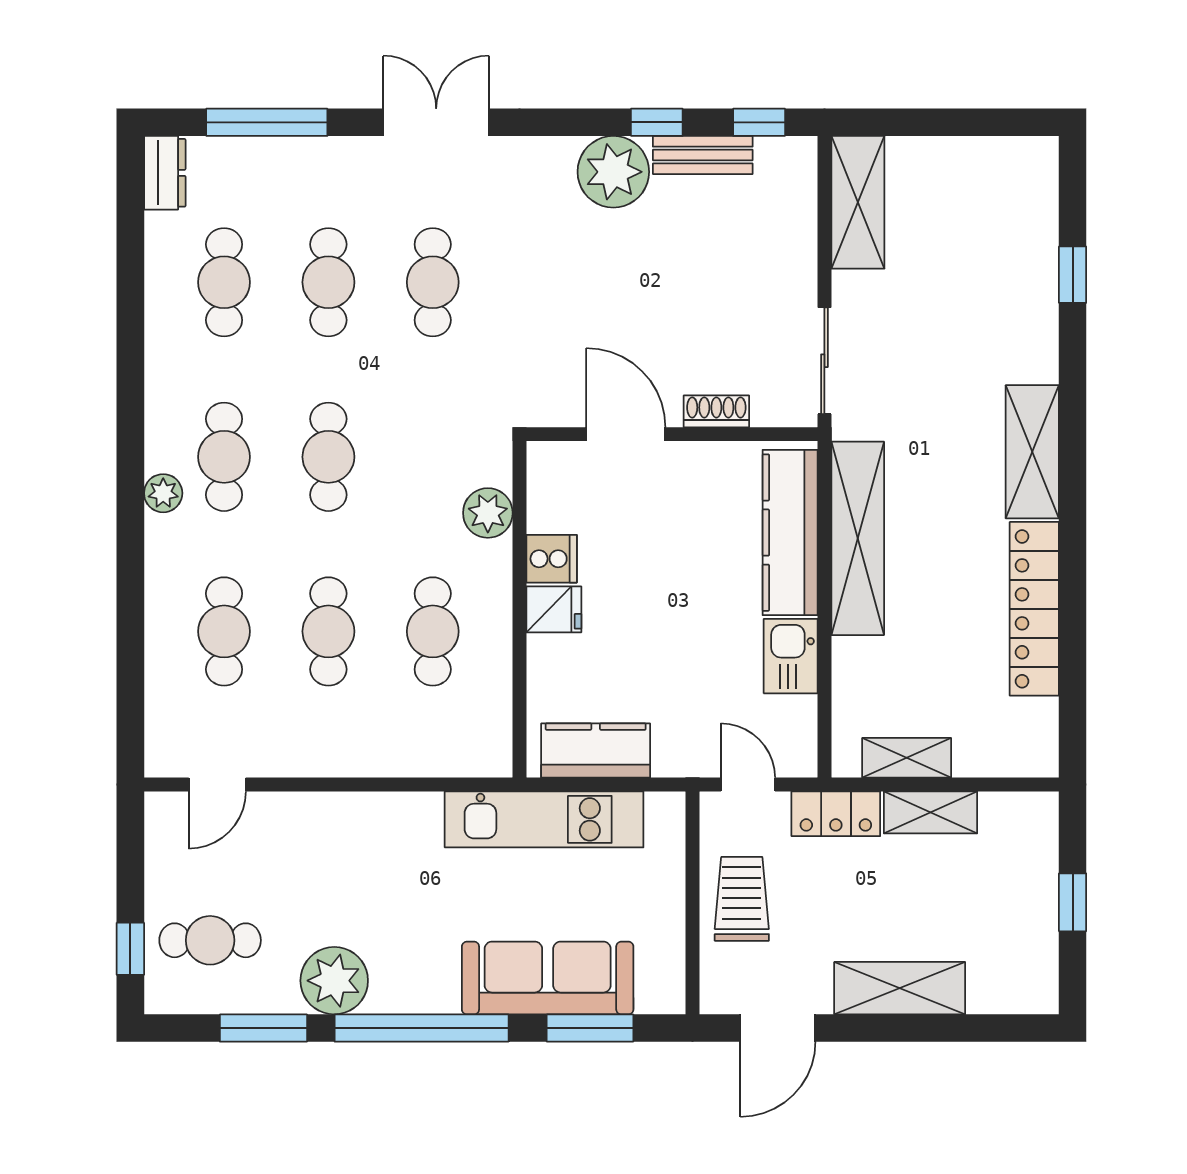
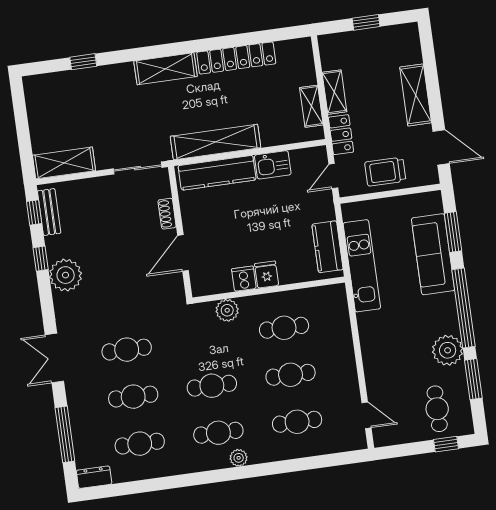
bench: (703, 155) -> (49, 212), moved

